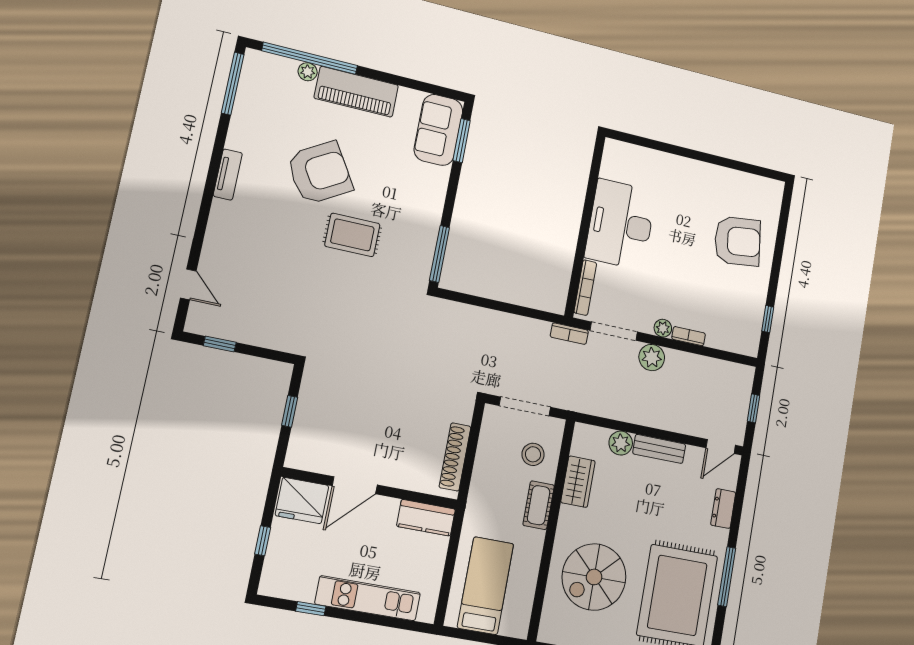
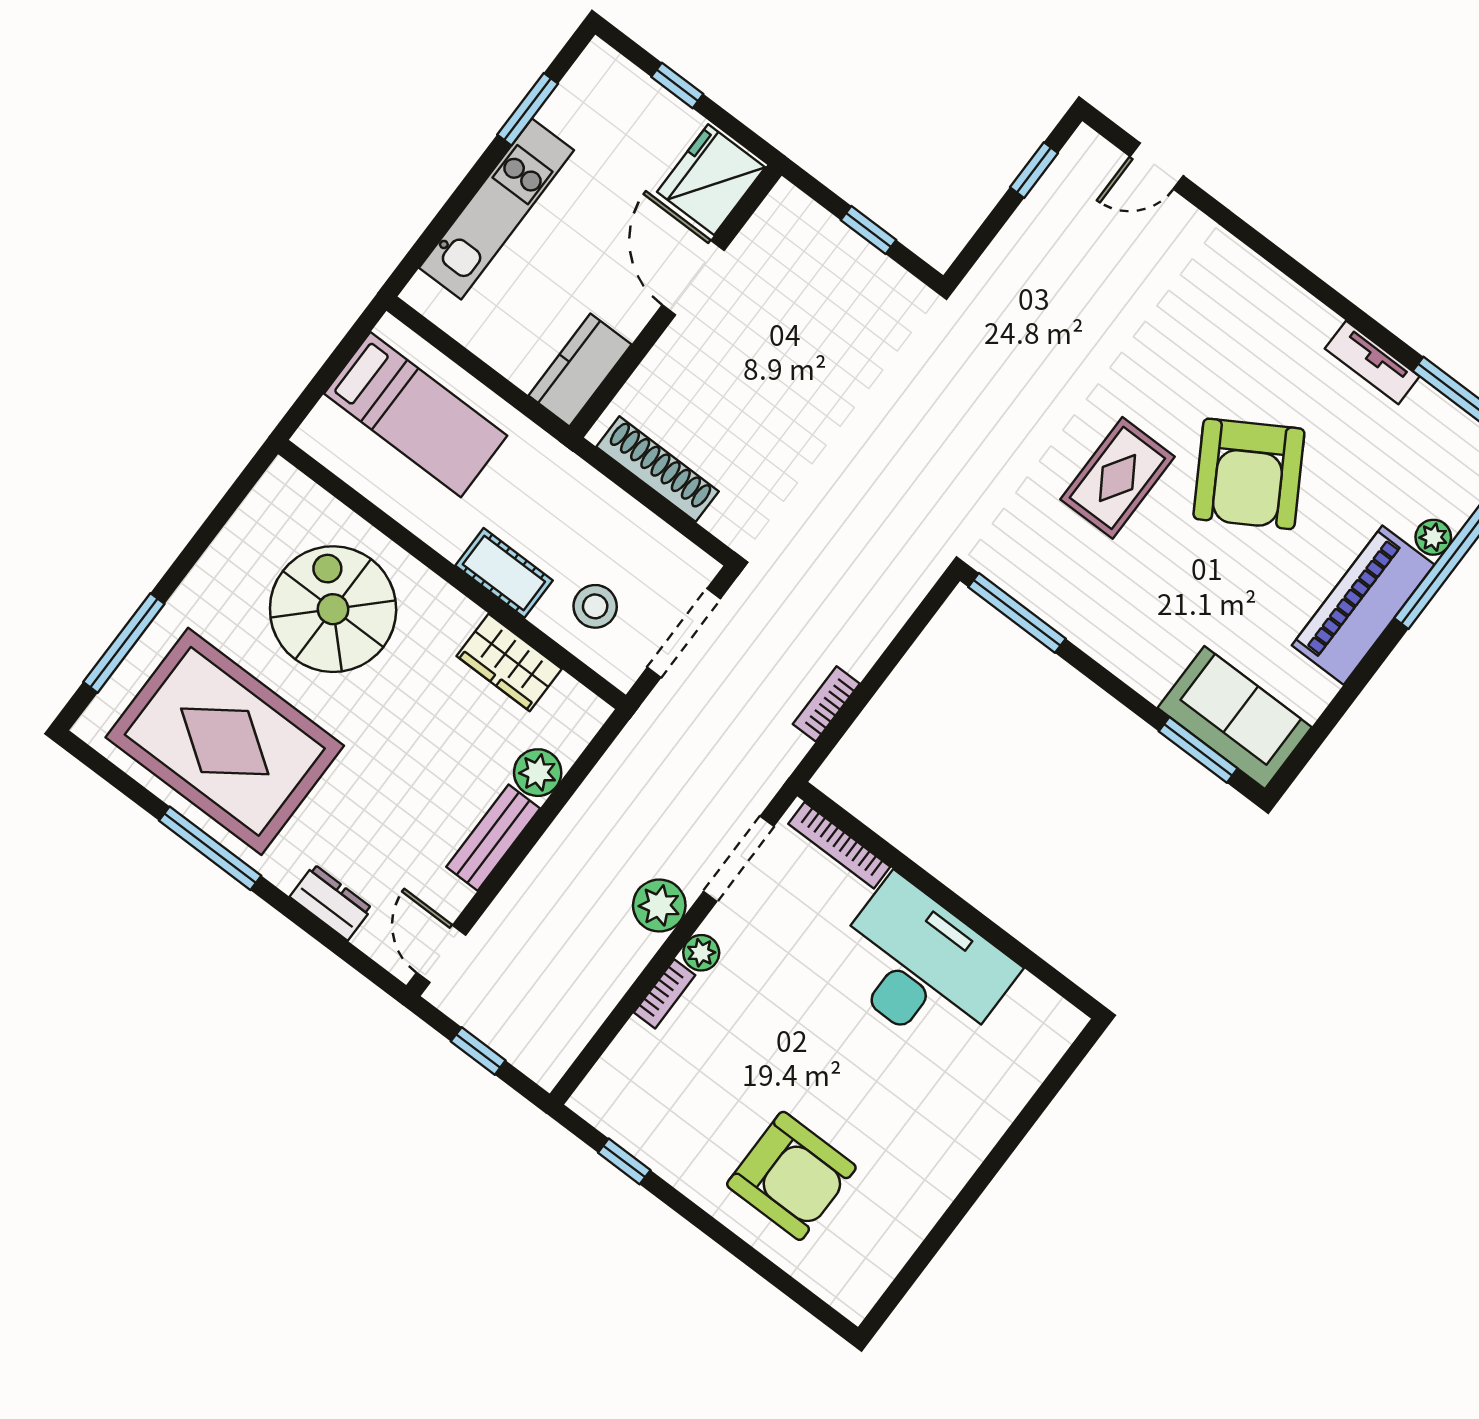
tv unit: (228, 175) -> (1372, 362), moved
armchair: (738, 241) -> (791, 1176), turned -83
bookcase: (569, 334) -> (826, 704), moved
window: (311, 609) -> (528, 109), width x1.50

